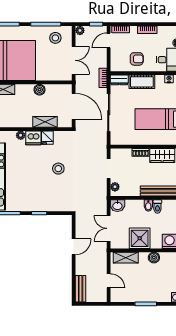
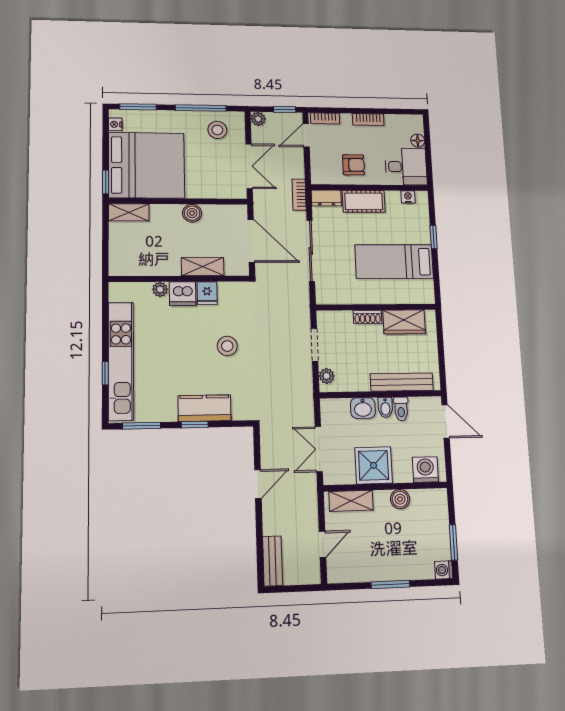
kitchen counter: (45, 204) -> (205, 408), added
washbasin: (117, 206) -> (363, 408), moved
door: (109, 281) -> (323, 544), hinge flipped

